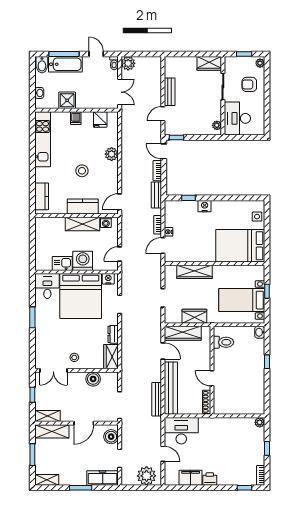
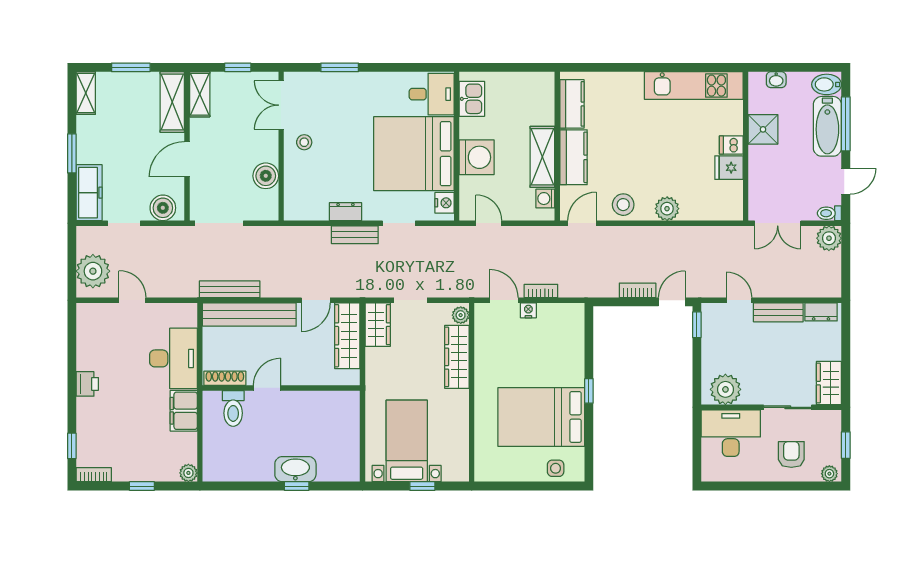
dresser: (169, 68) -> (821, 312), added
fridge: (100, 119) -> (729, 168), moved
plant: (217, 125) -> (725, 389), width x1.87, depth x1.87
stool: (82, 171) -> (623, 205), moved
bench: (156, 195) -> (355, 235), moved
kitchen counter: (42, 196) -> (572, 104), moved, turned -90
window: (188, 198) -> (589, 391), moved
door: (120, 202) -> (582, 223), hinge flipped
nightstand: (205, 206) -> (574, 375), removed
bed: (240, 246) -> (541, 417), moved, turned -90
kitchen sink: (62, 263) -> (472, 99), moved
plant: (171, 270) -> (461, 315), added
wardrobe: (194, 316) -> (378, 325), moved
window: (32, 317) -> (340, 67), moved
washbasin: (260, 332) -> (295, 469), moved, width x1.91, depth x1.45
toilet: (223, 342) -> (233, 408), moved
wardrobe: (111, 357) -> (306, 208), removed
door: (84, 423) -> (187, 159), hinge flipped
desk: (181, 431) -> (173, 358), moved
door: (163, 454) -> (132, 300), swing flipped
filing cabinet: (191, 478) -> (184, 411), moved, turned 180

